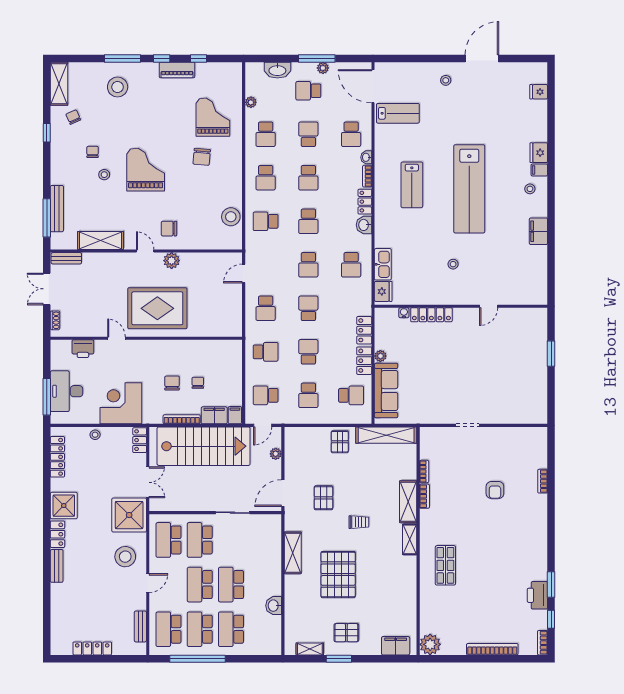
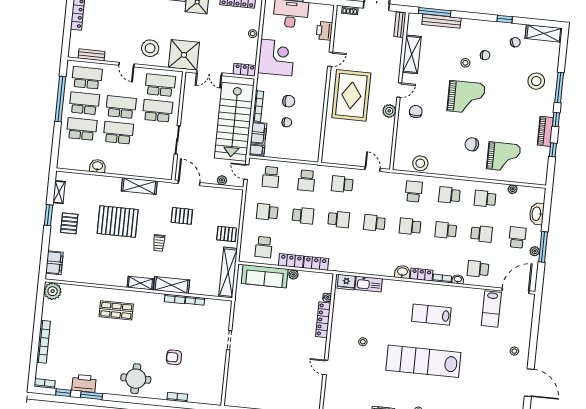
school desk: (351, 265) -> (371, 258), removed
school desk: (266, 395) -> (271, 177), turned 180
round table: (525, 533) -> (136, 379), added

